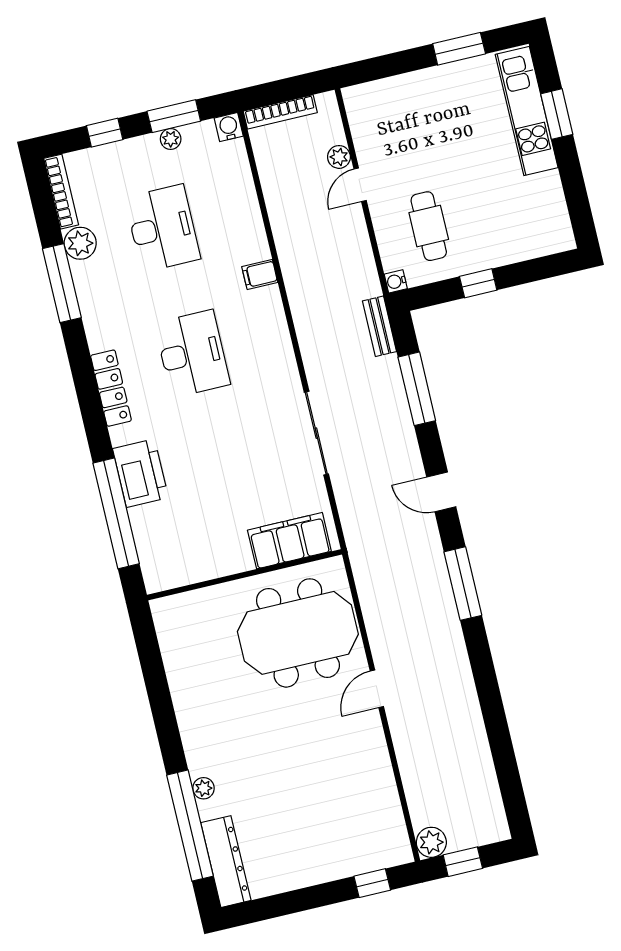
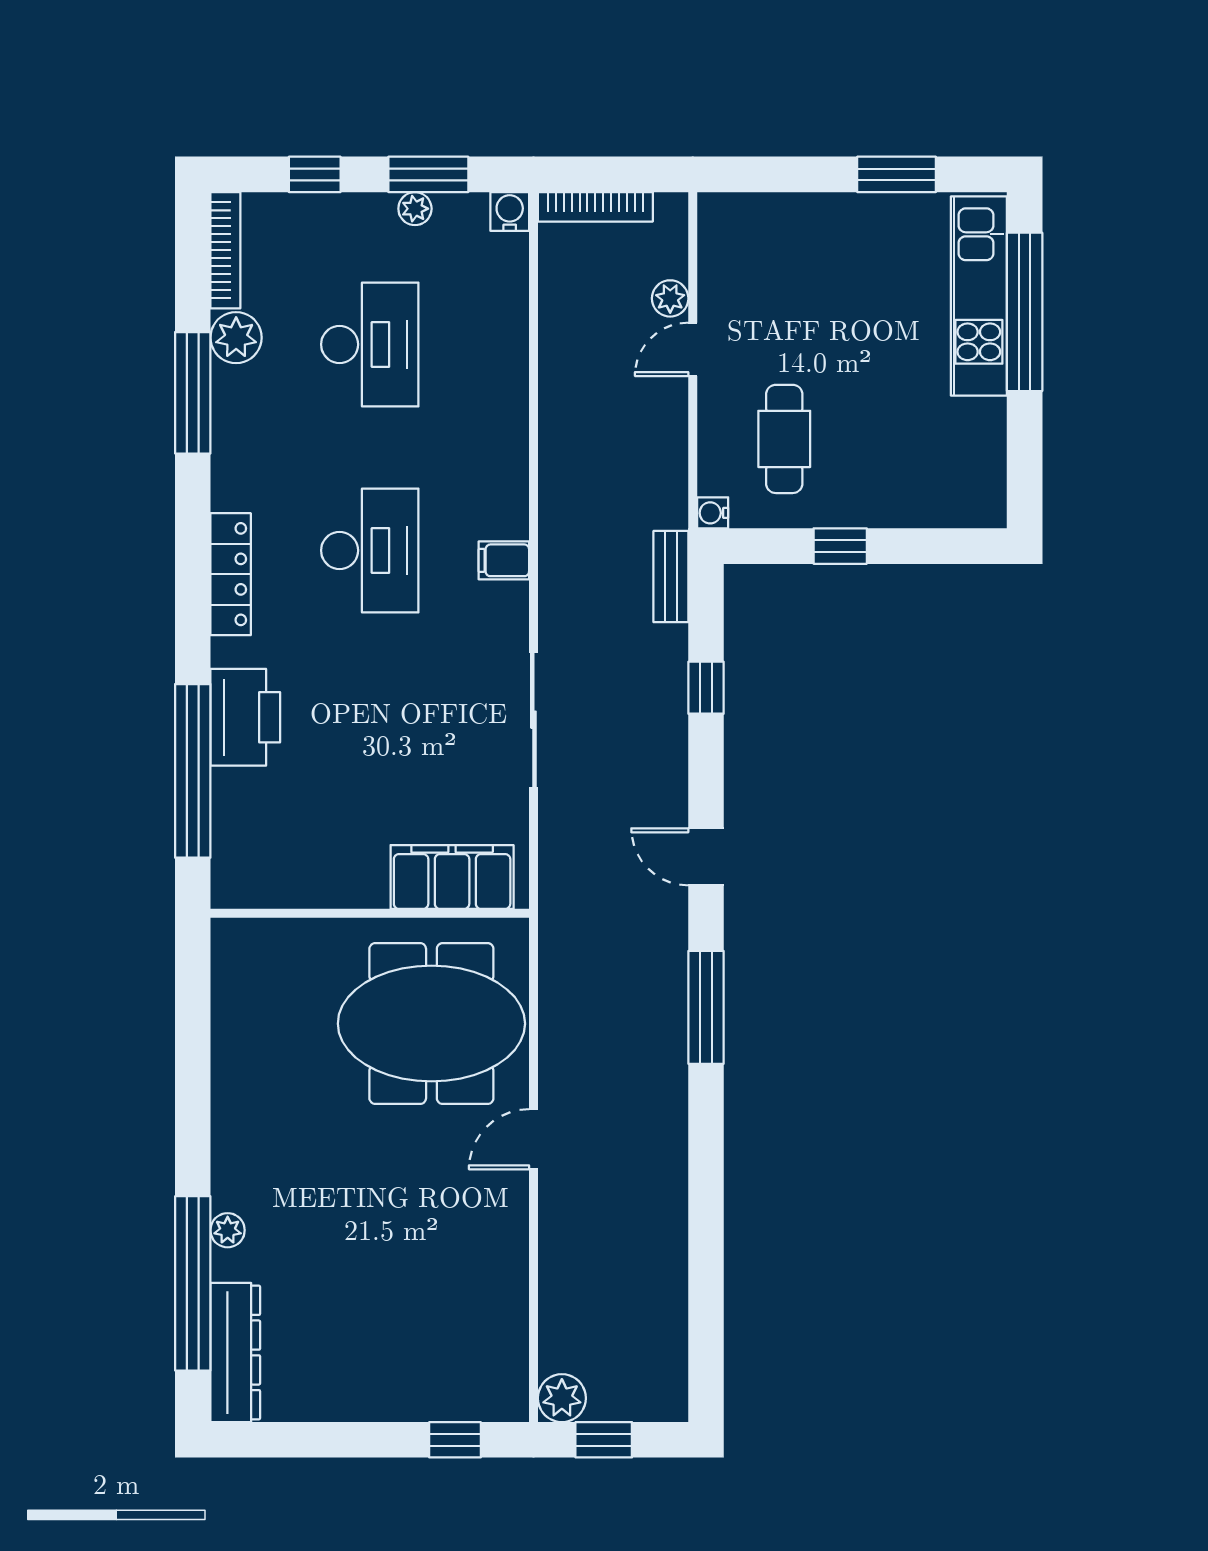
window: (557, 114) -> (1025, 312), width x2.11
filing cabinet: (260, 274) -> (504, 560), moved
window: (417, 389) -> (706, 688), width x0.46

